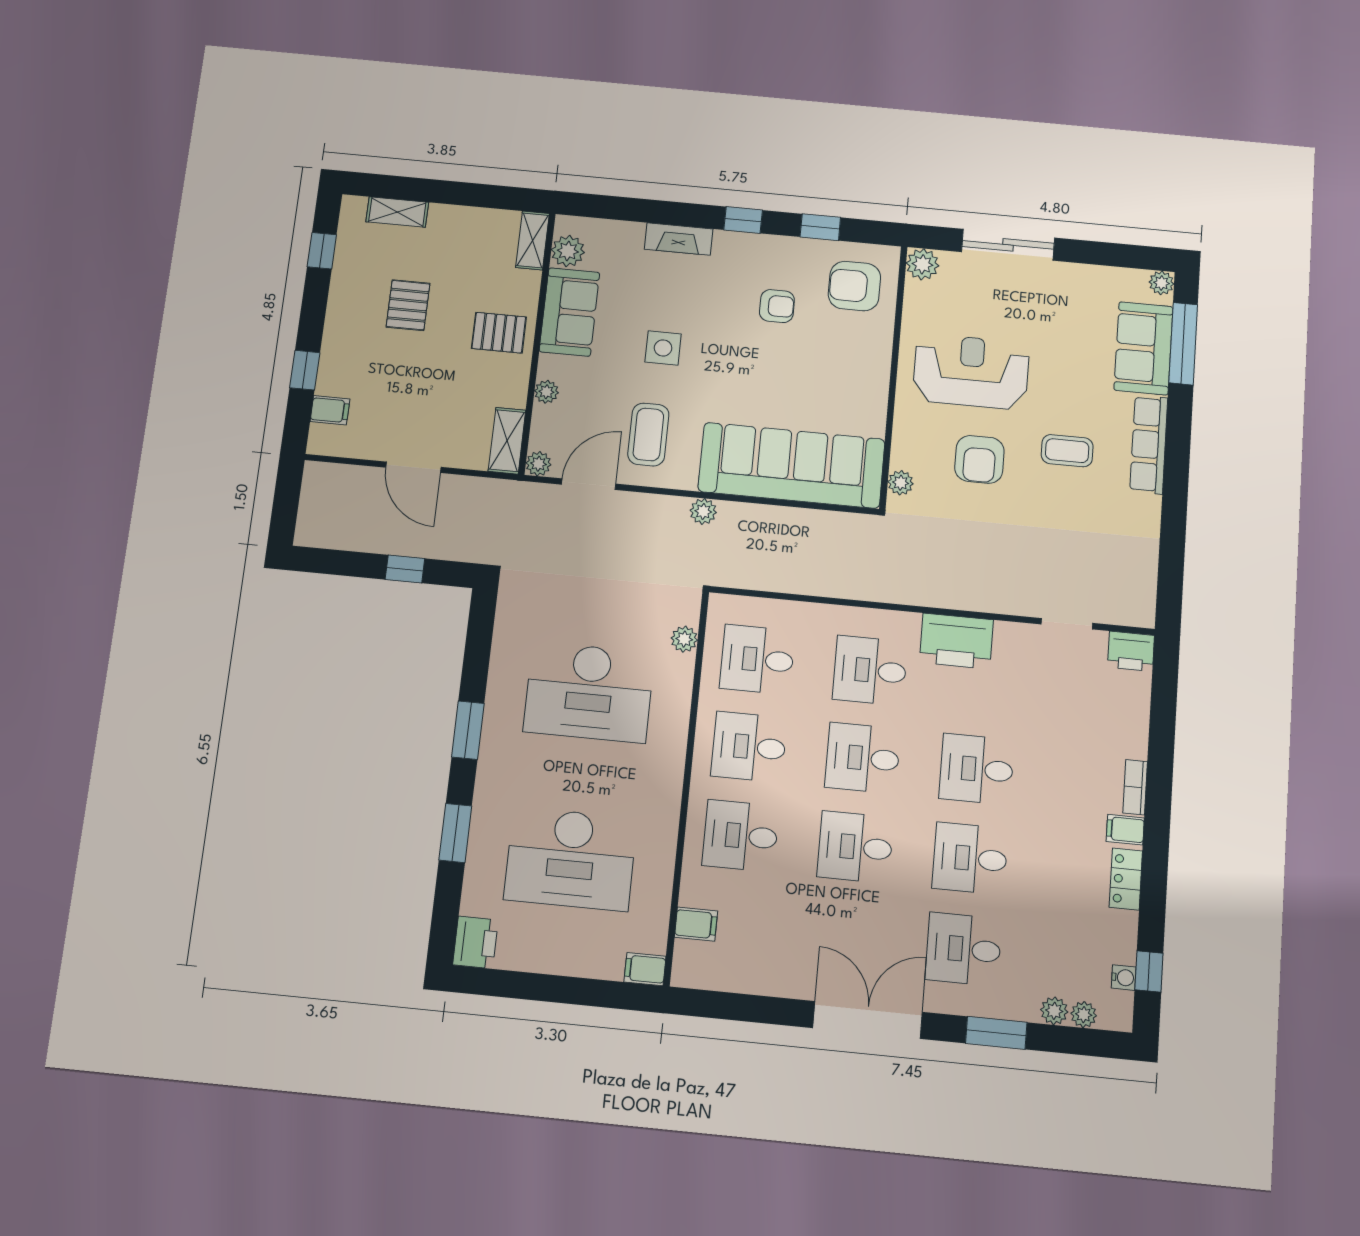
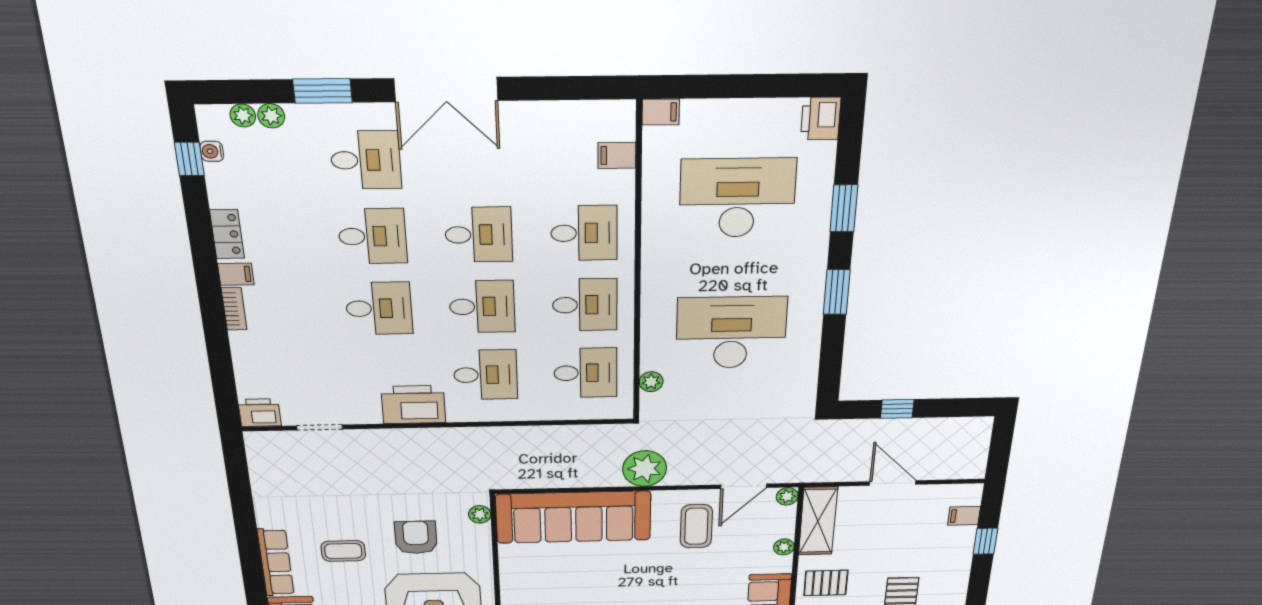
side table: (663, 348) -> (690, 586), removed
shelving: (507, 441) -> (818, 521), width x1.50, depth x1.33
plant: (703, 511) -> (645, 469), width x1.87, depth x1.87

